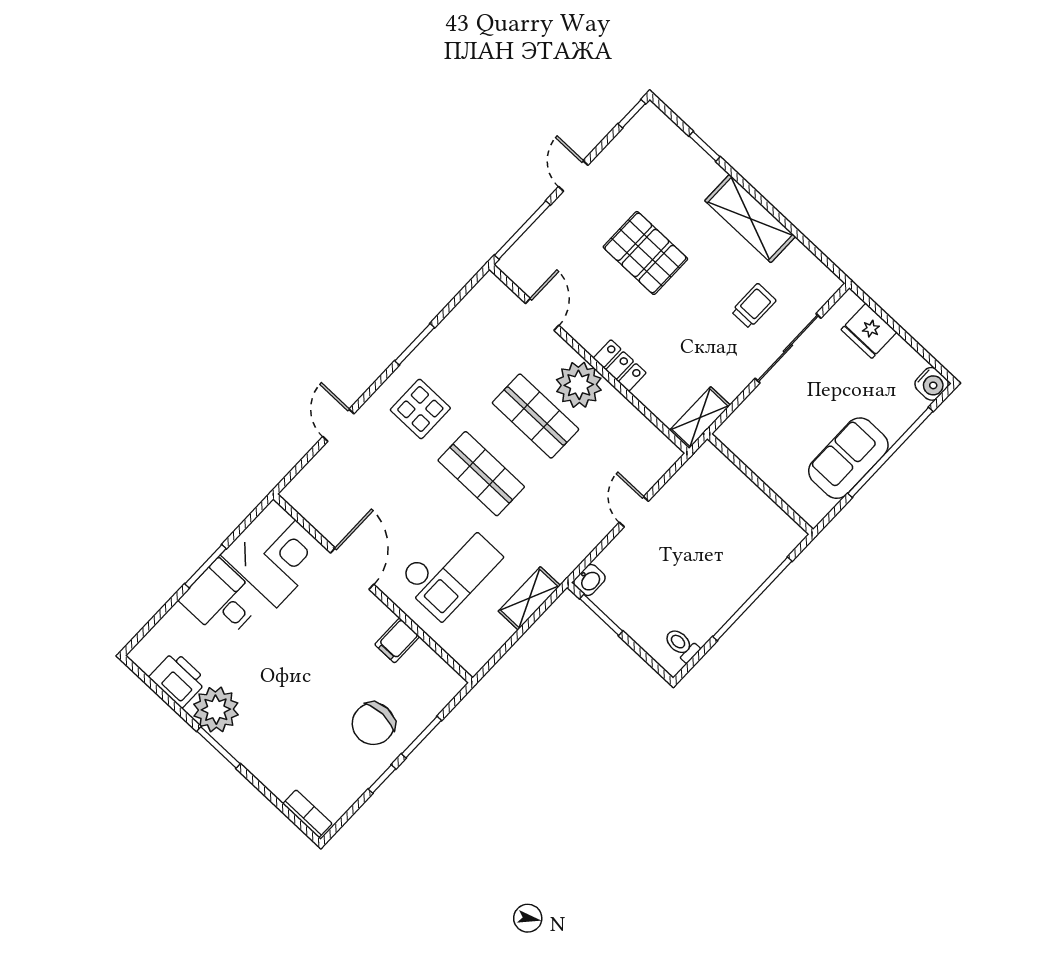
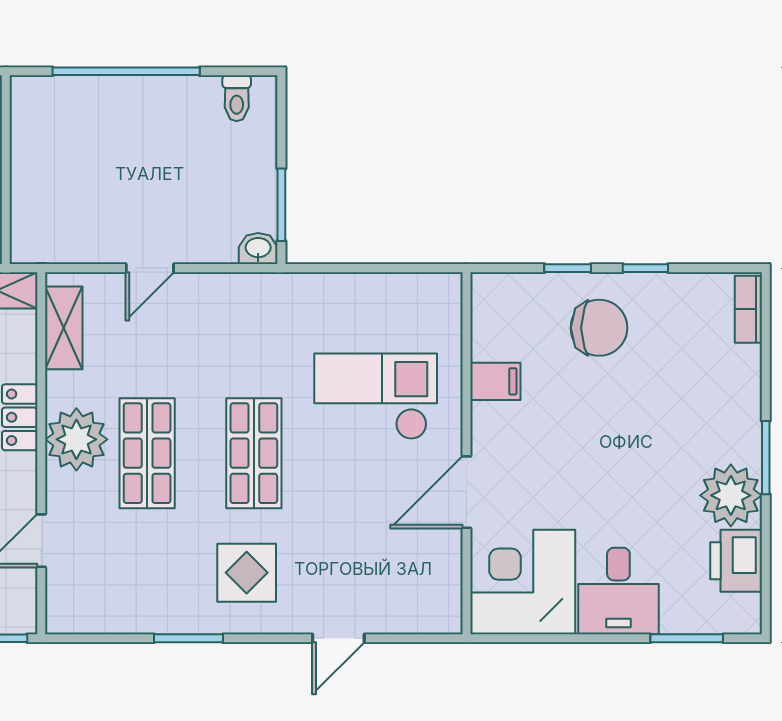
window: (205, 566) -> (687, 638), moved
shelving: (529, 598) -> (64, 328), moved, turned 90
window: (422, 737) -> (568, 268), width x0.67

